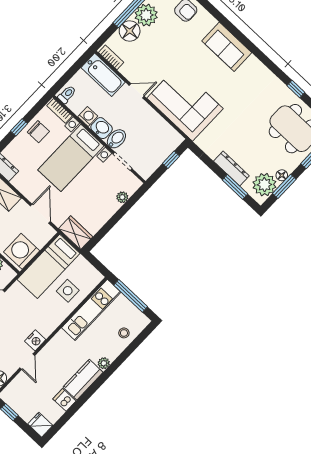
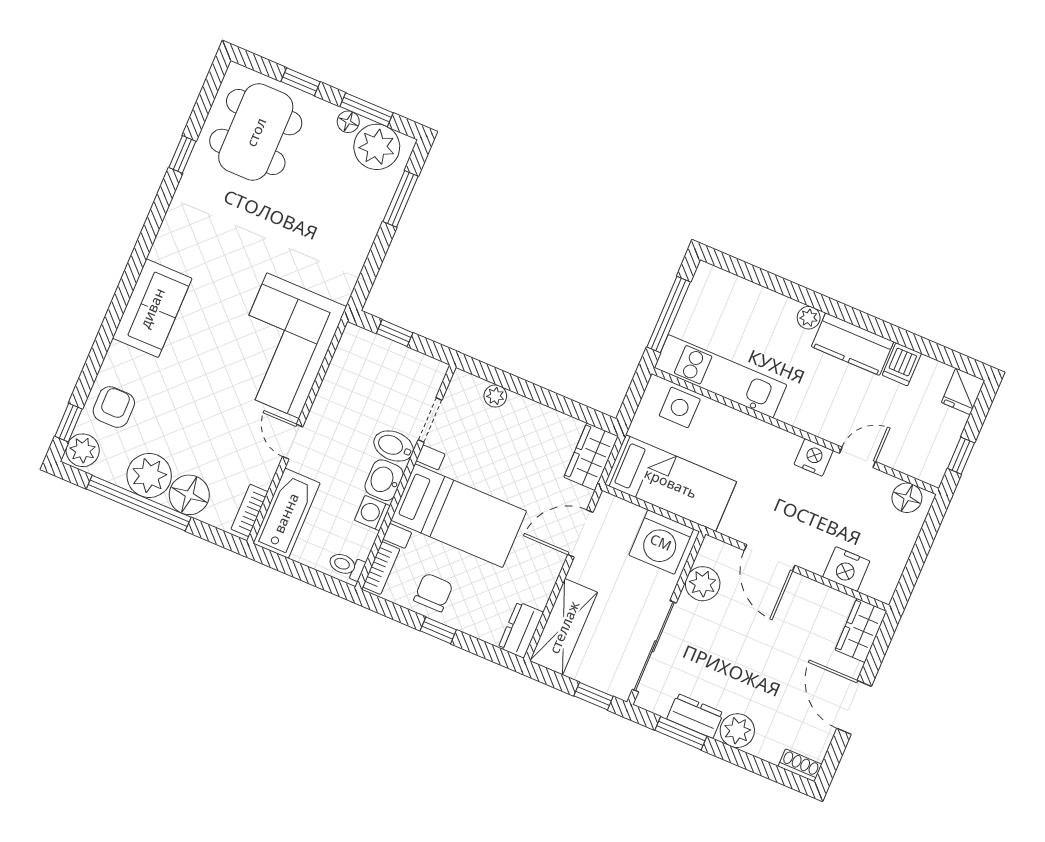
dresser: (231, 169) -> (370, 217), removed
side table: (68, 291) -> (680, 407), moved
stool: (124, 333) -> (740, 301), removed

